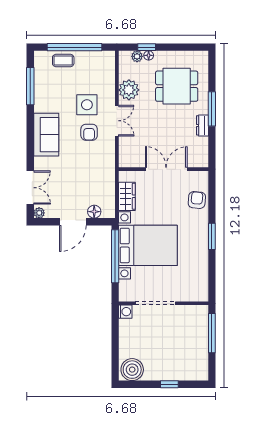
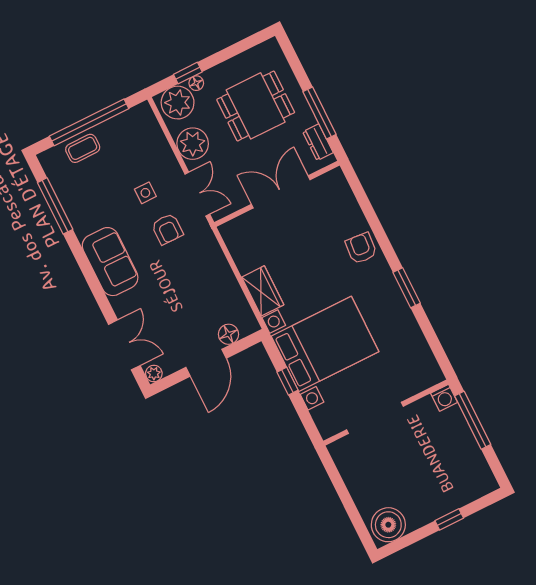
plant: (137, 56) -> (178, 103), width x1.88, depth x1.88
side table: (87, 105) -> (145, 193), width x0.54, depth x0.54
wall: (163, 169) -> (277, 194), moved
double door: (166, 169) -> (281, 192), moved
window: (115, 256) -> (287, 381), width x0.32
washing machine: (125, 312) -> (444, 398), moved, turned 90

